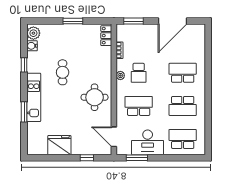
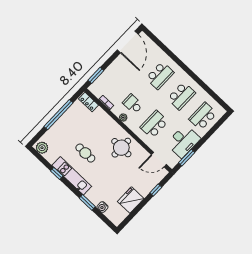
window: (73, 21) -> (59, 115), width x2.11
door: (173, 21) -> (128, 42), moved
water cooler: (32, 46) -> (102, 207), moved
school desk: (139, 73) -> (133, 104), turned 180
school desk: (183, 73) -> (160, 75), turned 180
kitchen unit: (34, 97) -> (72, 176), moved

